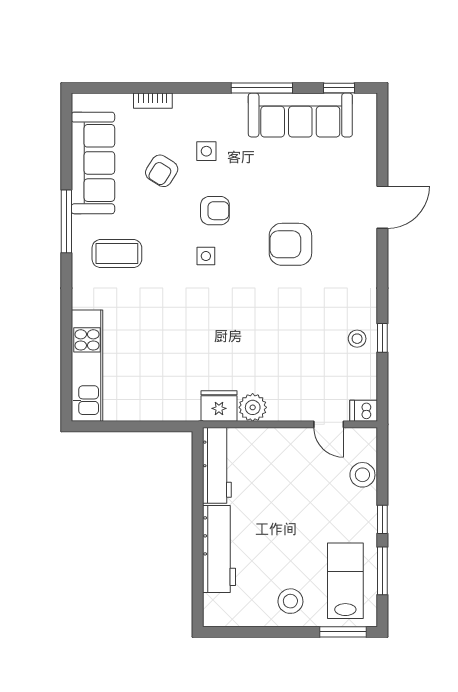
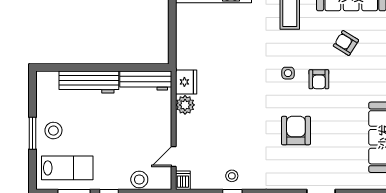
side table: (206, 151) -> (359, 73), removed
window: (343, 632) -> (33, 133), moved

